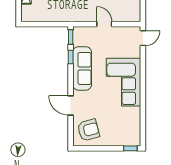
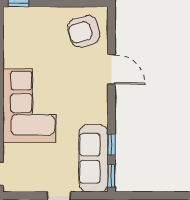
sofa: (82, 68) -> (94, 158), moved

